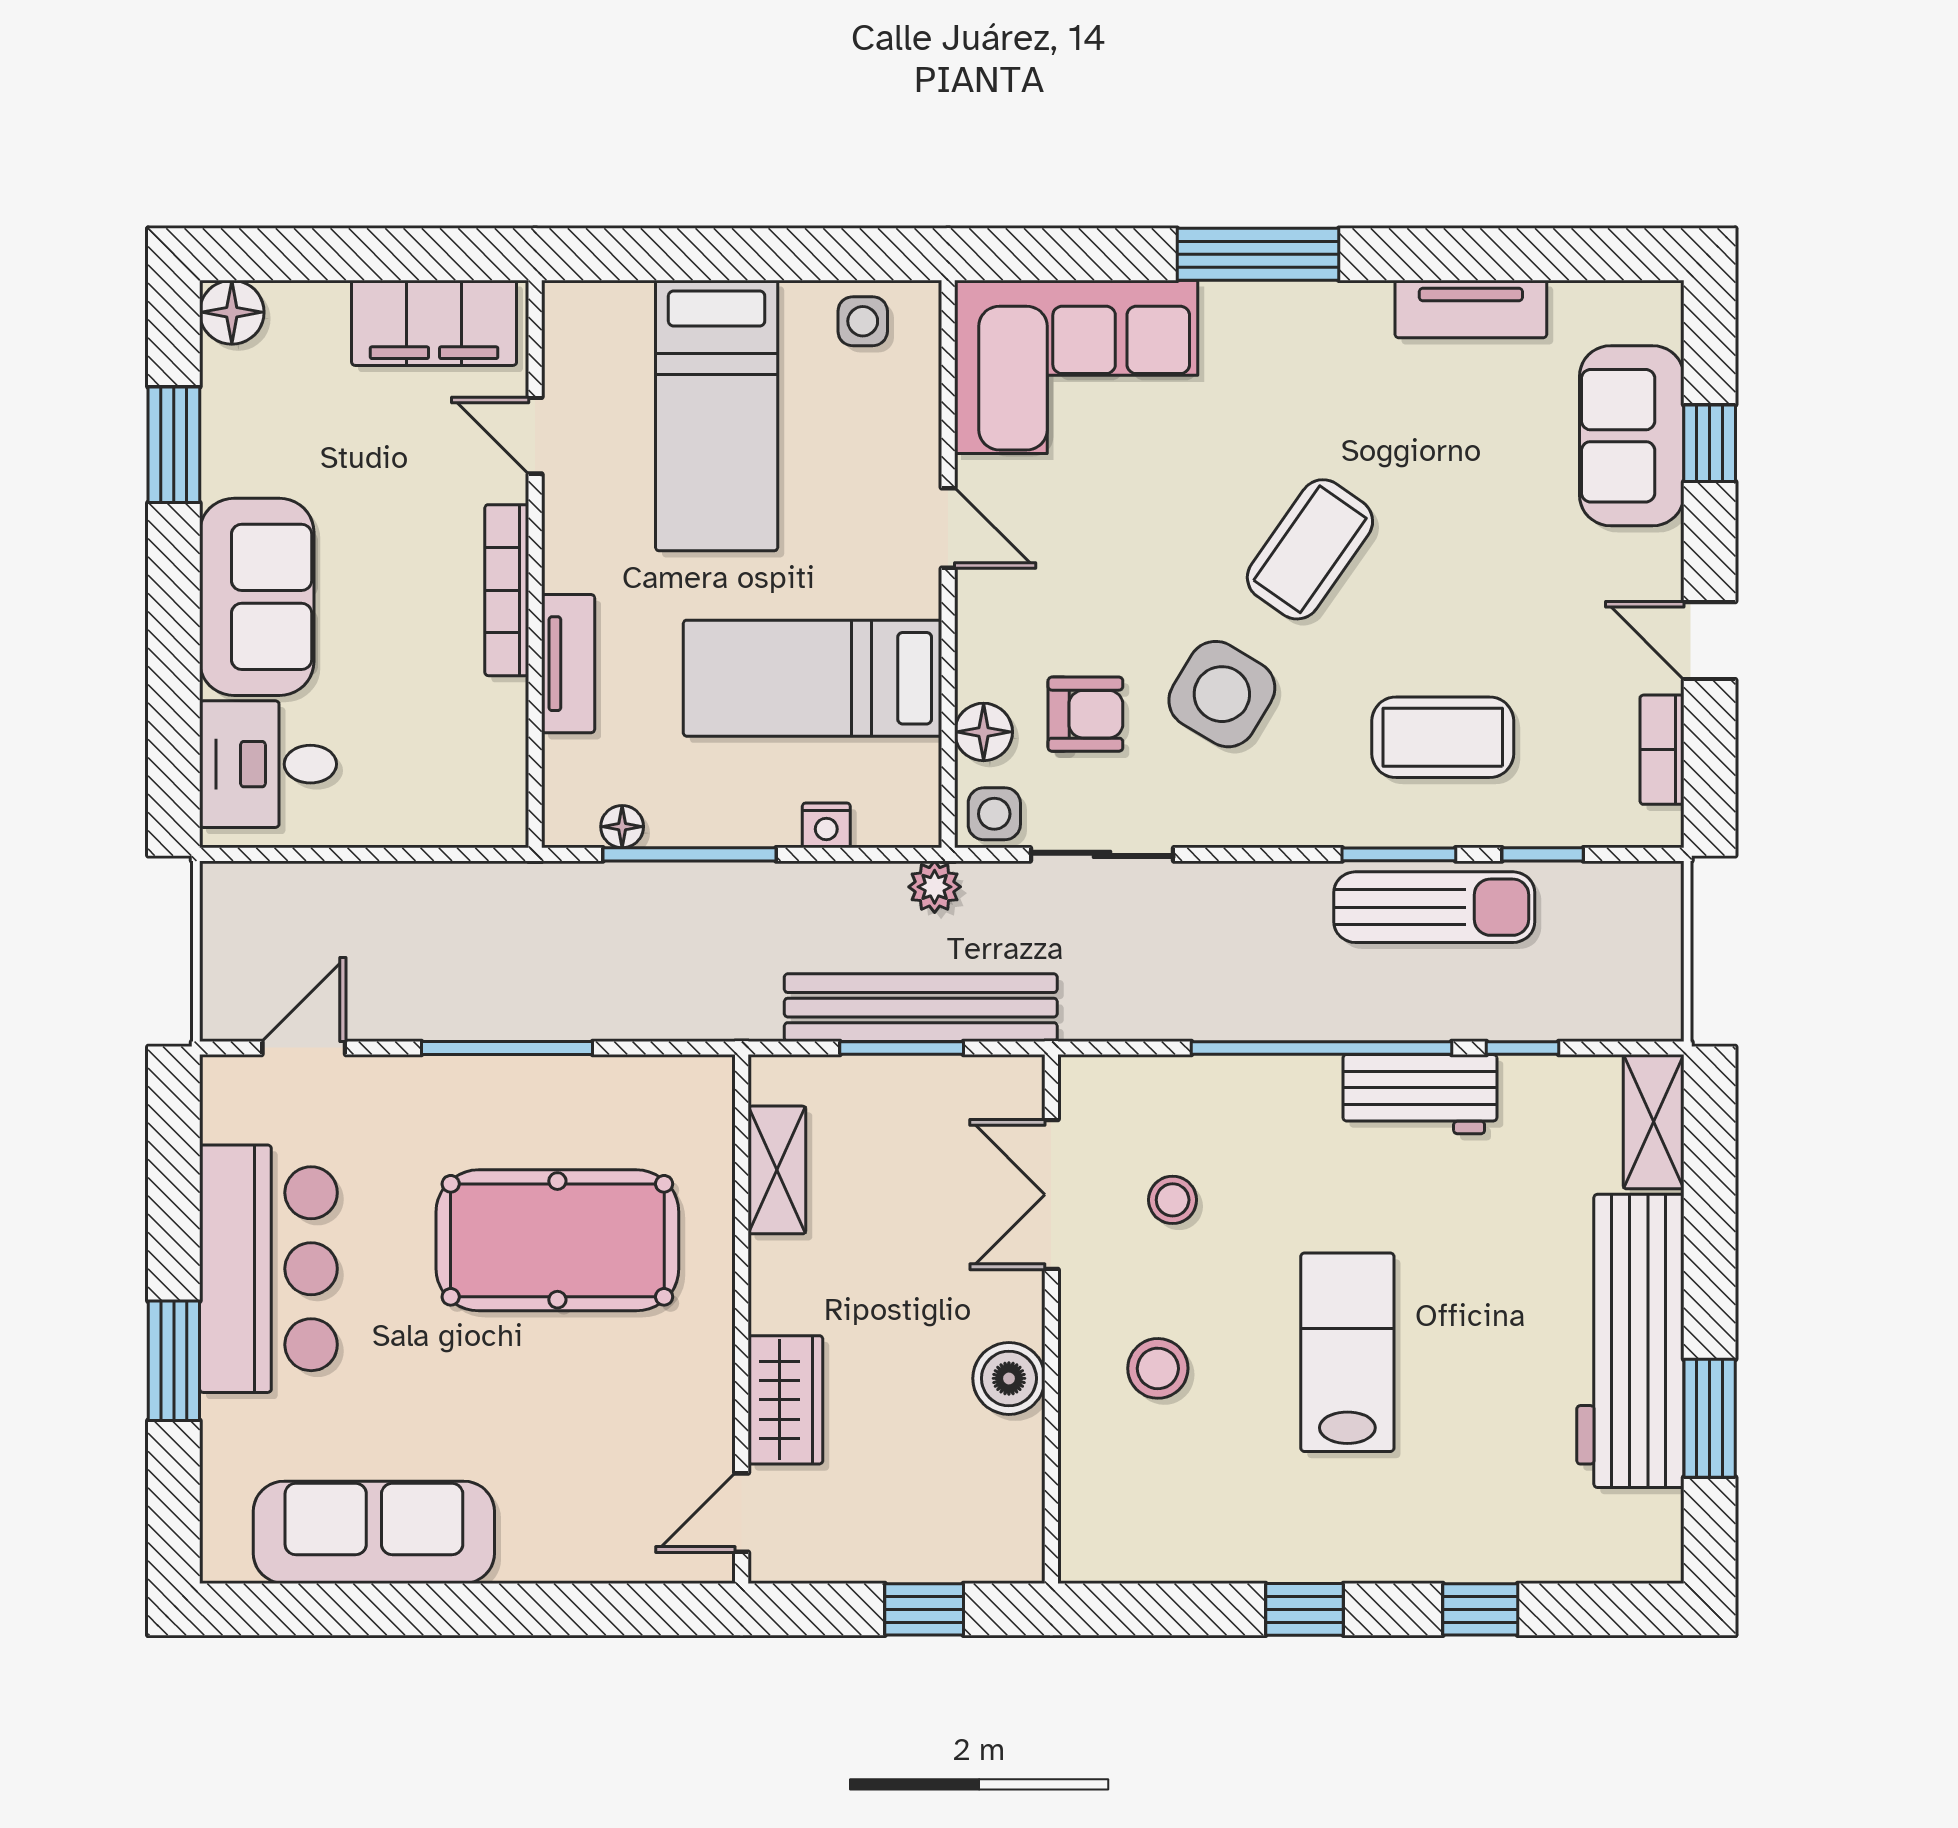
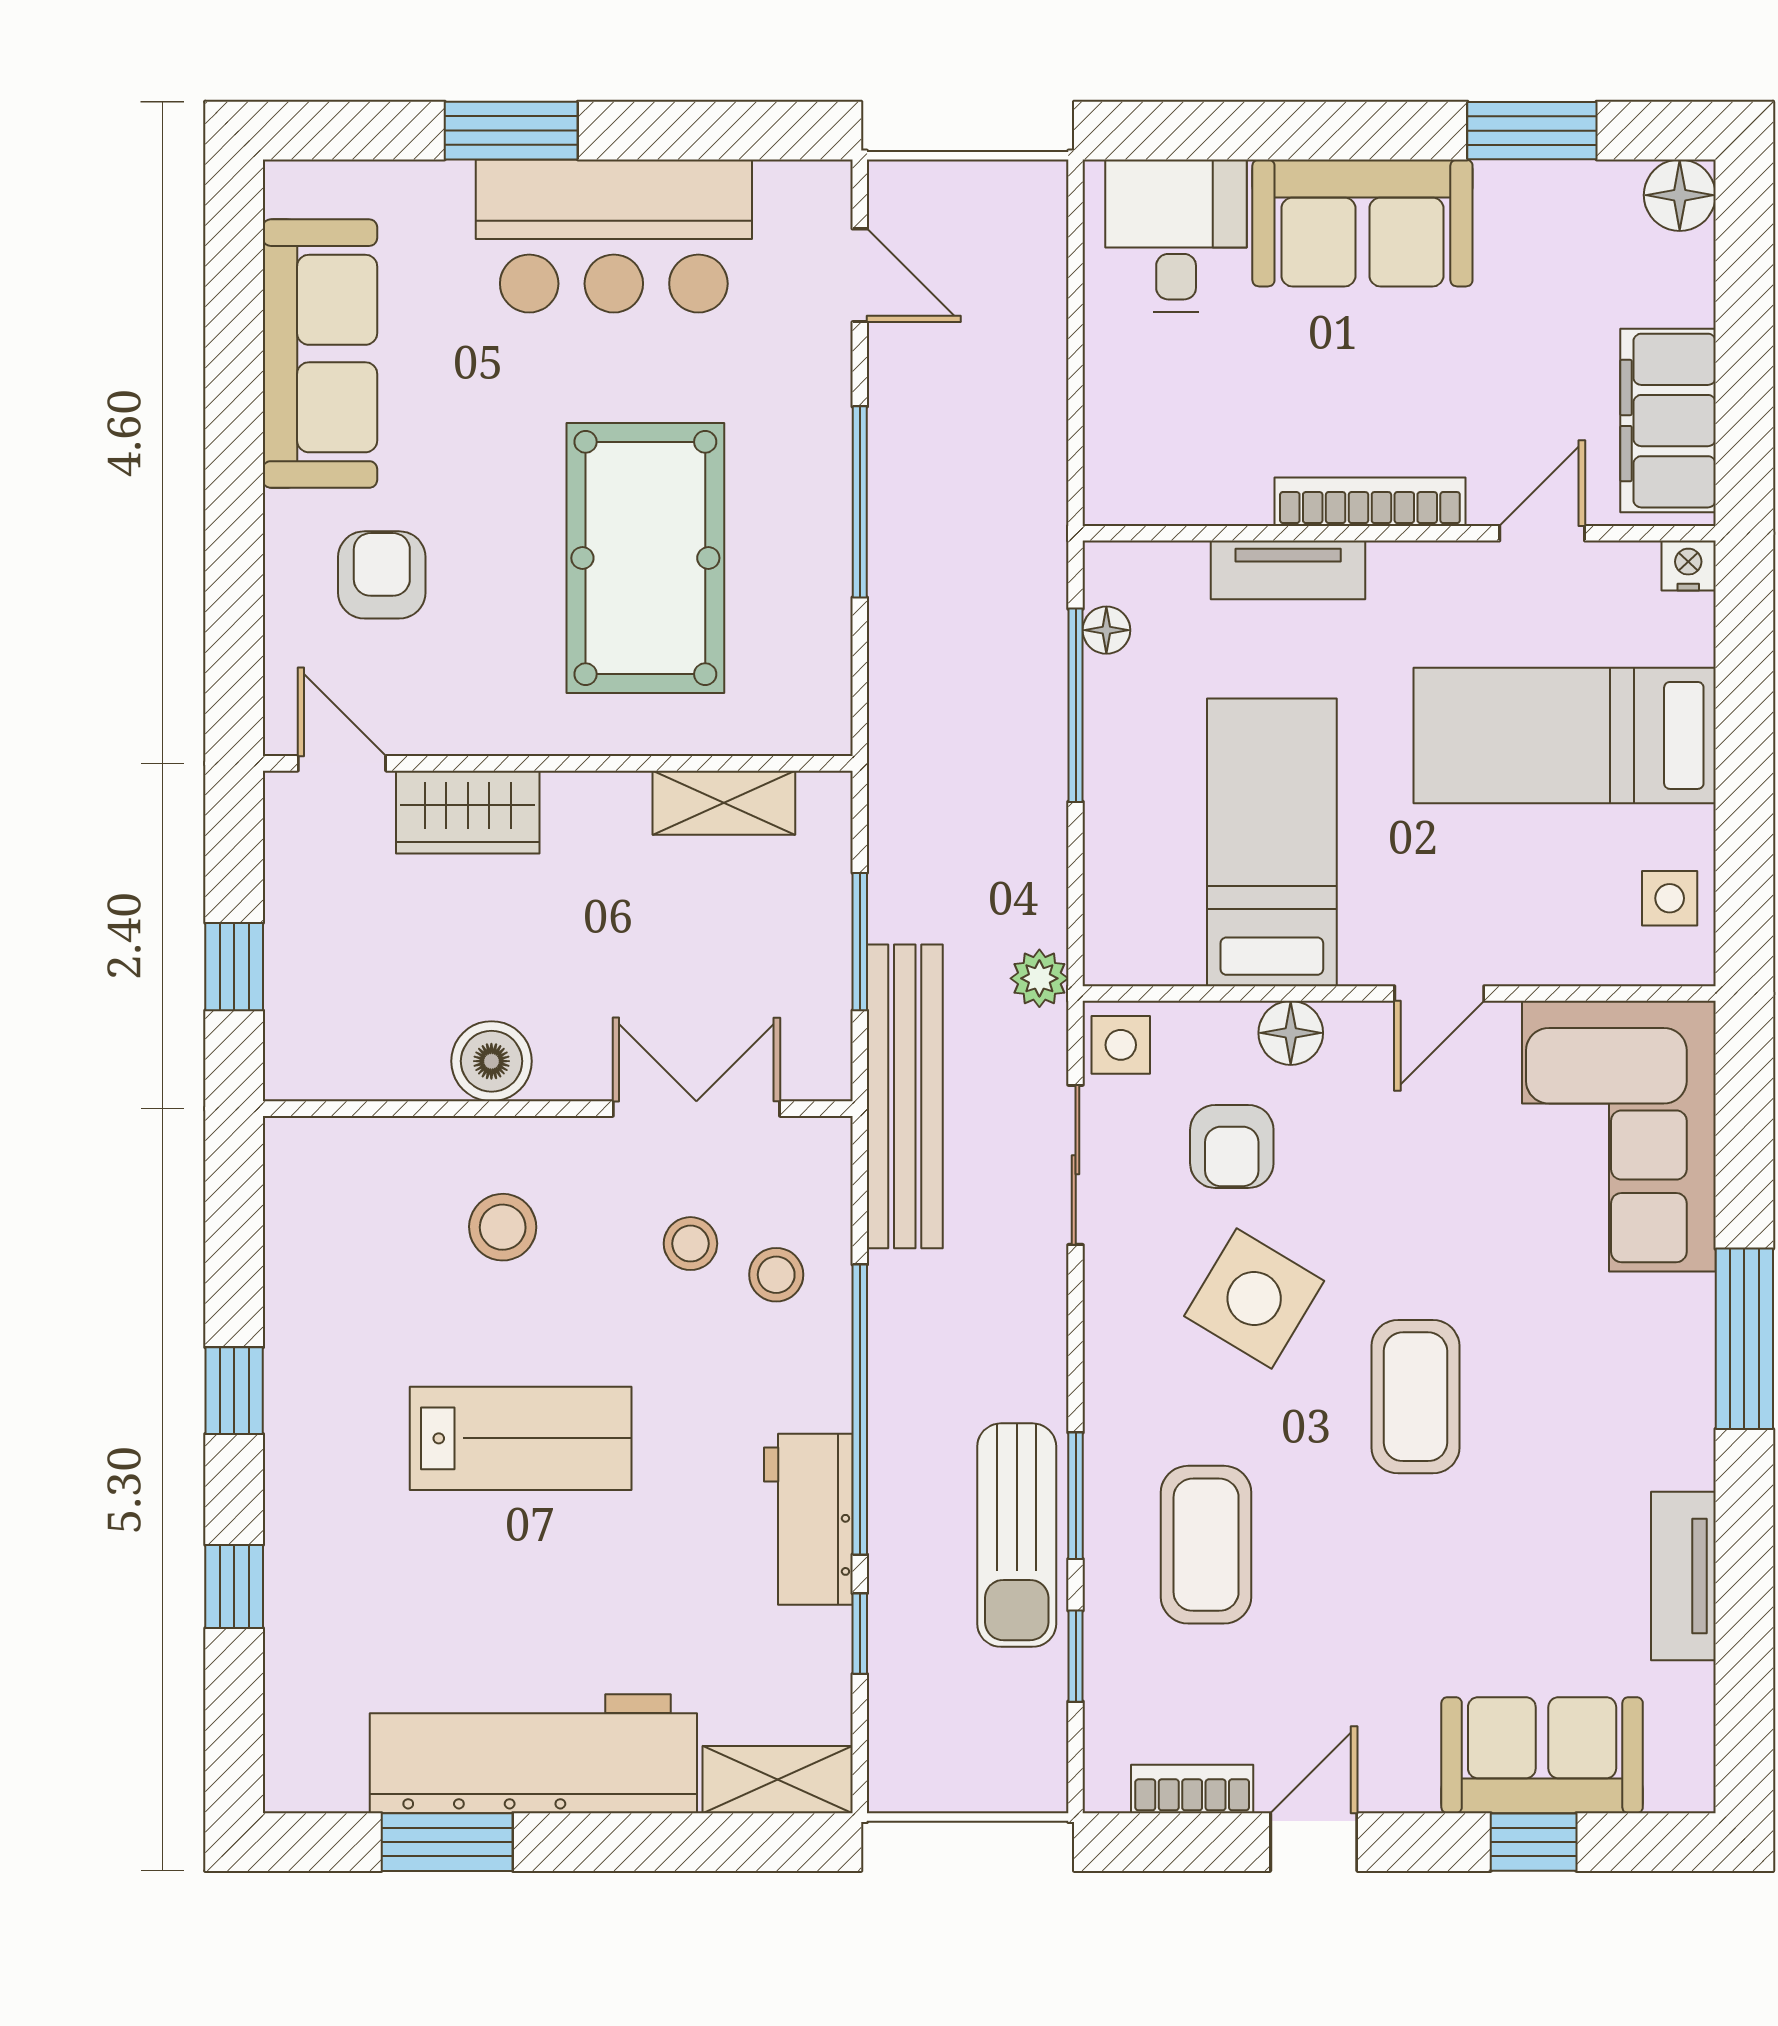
coffee table: (1310, 549) -> (1415, 1397), turned 55
floor lamp: (984, 732) -> (1291, 1033), moved
nightstand: (826, 825) -> (1688, 566), moved, turned 90
bench: (921, 1008) -> (905, 1096), moved
stool: (1201, 1123) -> (776, 1275), added
armchair: (573, 1477) -> (382, 575), added

